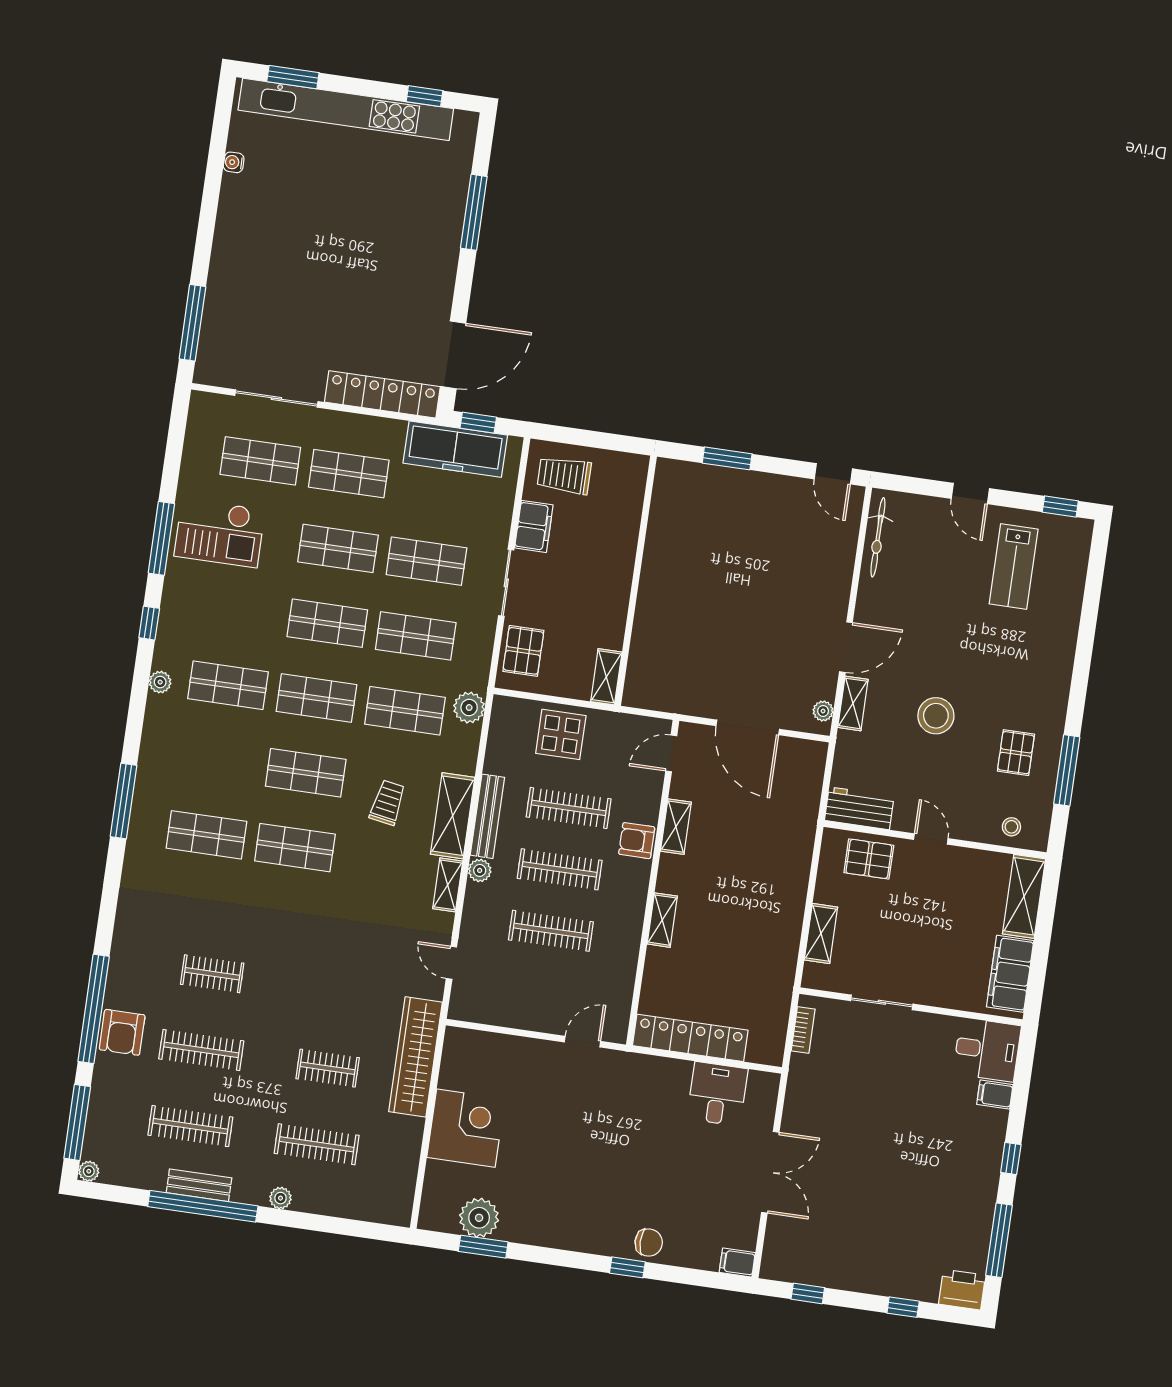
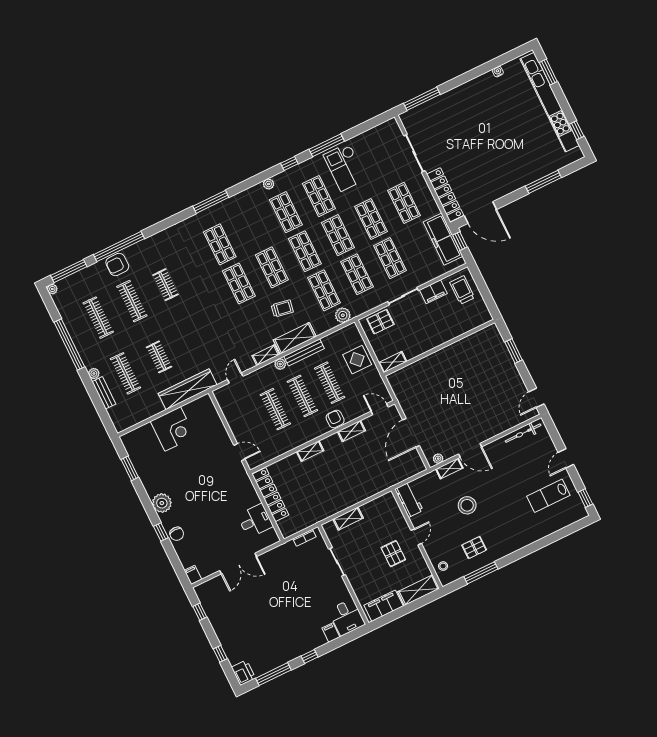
shop shelf: (260, 461) -> (319, 196), moved
pallet: (869, 859) -> (393, 554), moved
bench: (199, 1185) -> (104, 393), moved
plant: (479, 1218) -> (162, 503), moved

